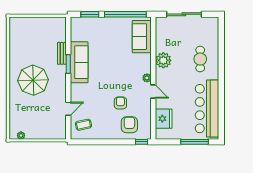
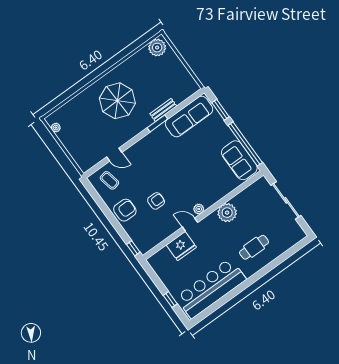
plant: (16, 27) -> (157, 48), added
sofa: (142, 37) -> (239, 160), moved, turned -90
sofa: (79, 62) -> (189, 117), moved
door: (153, 92) -> (190, 225), swing flipped
fridge: (164, 119) -> (181, 246), moved
armchair: (129, 125) -> (125, 210), moved
window: (195, 142) -> (170, 300), width x0.46

